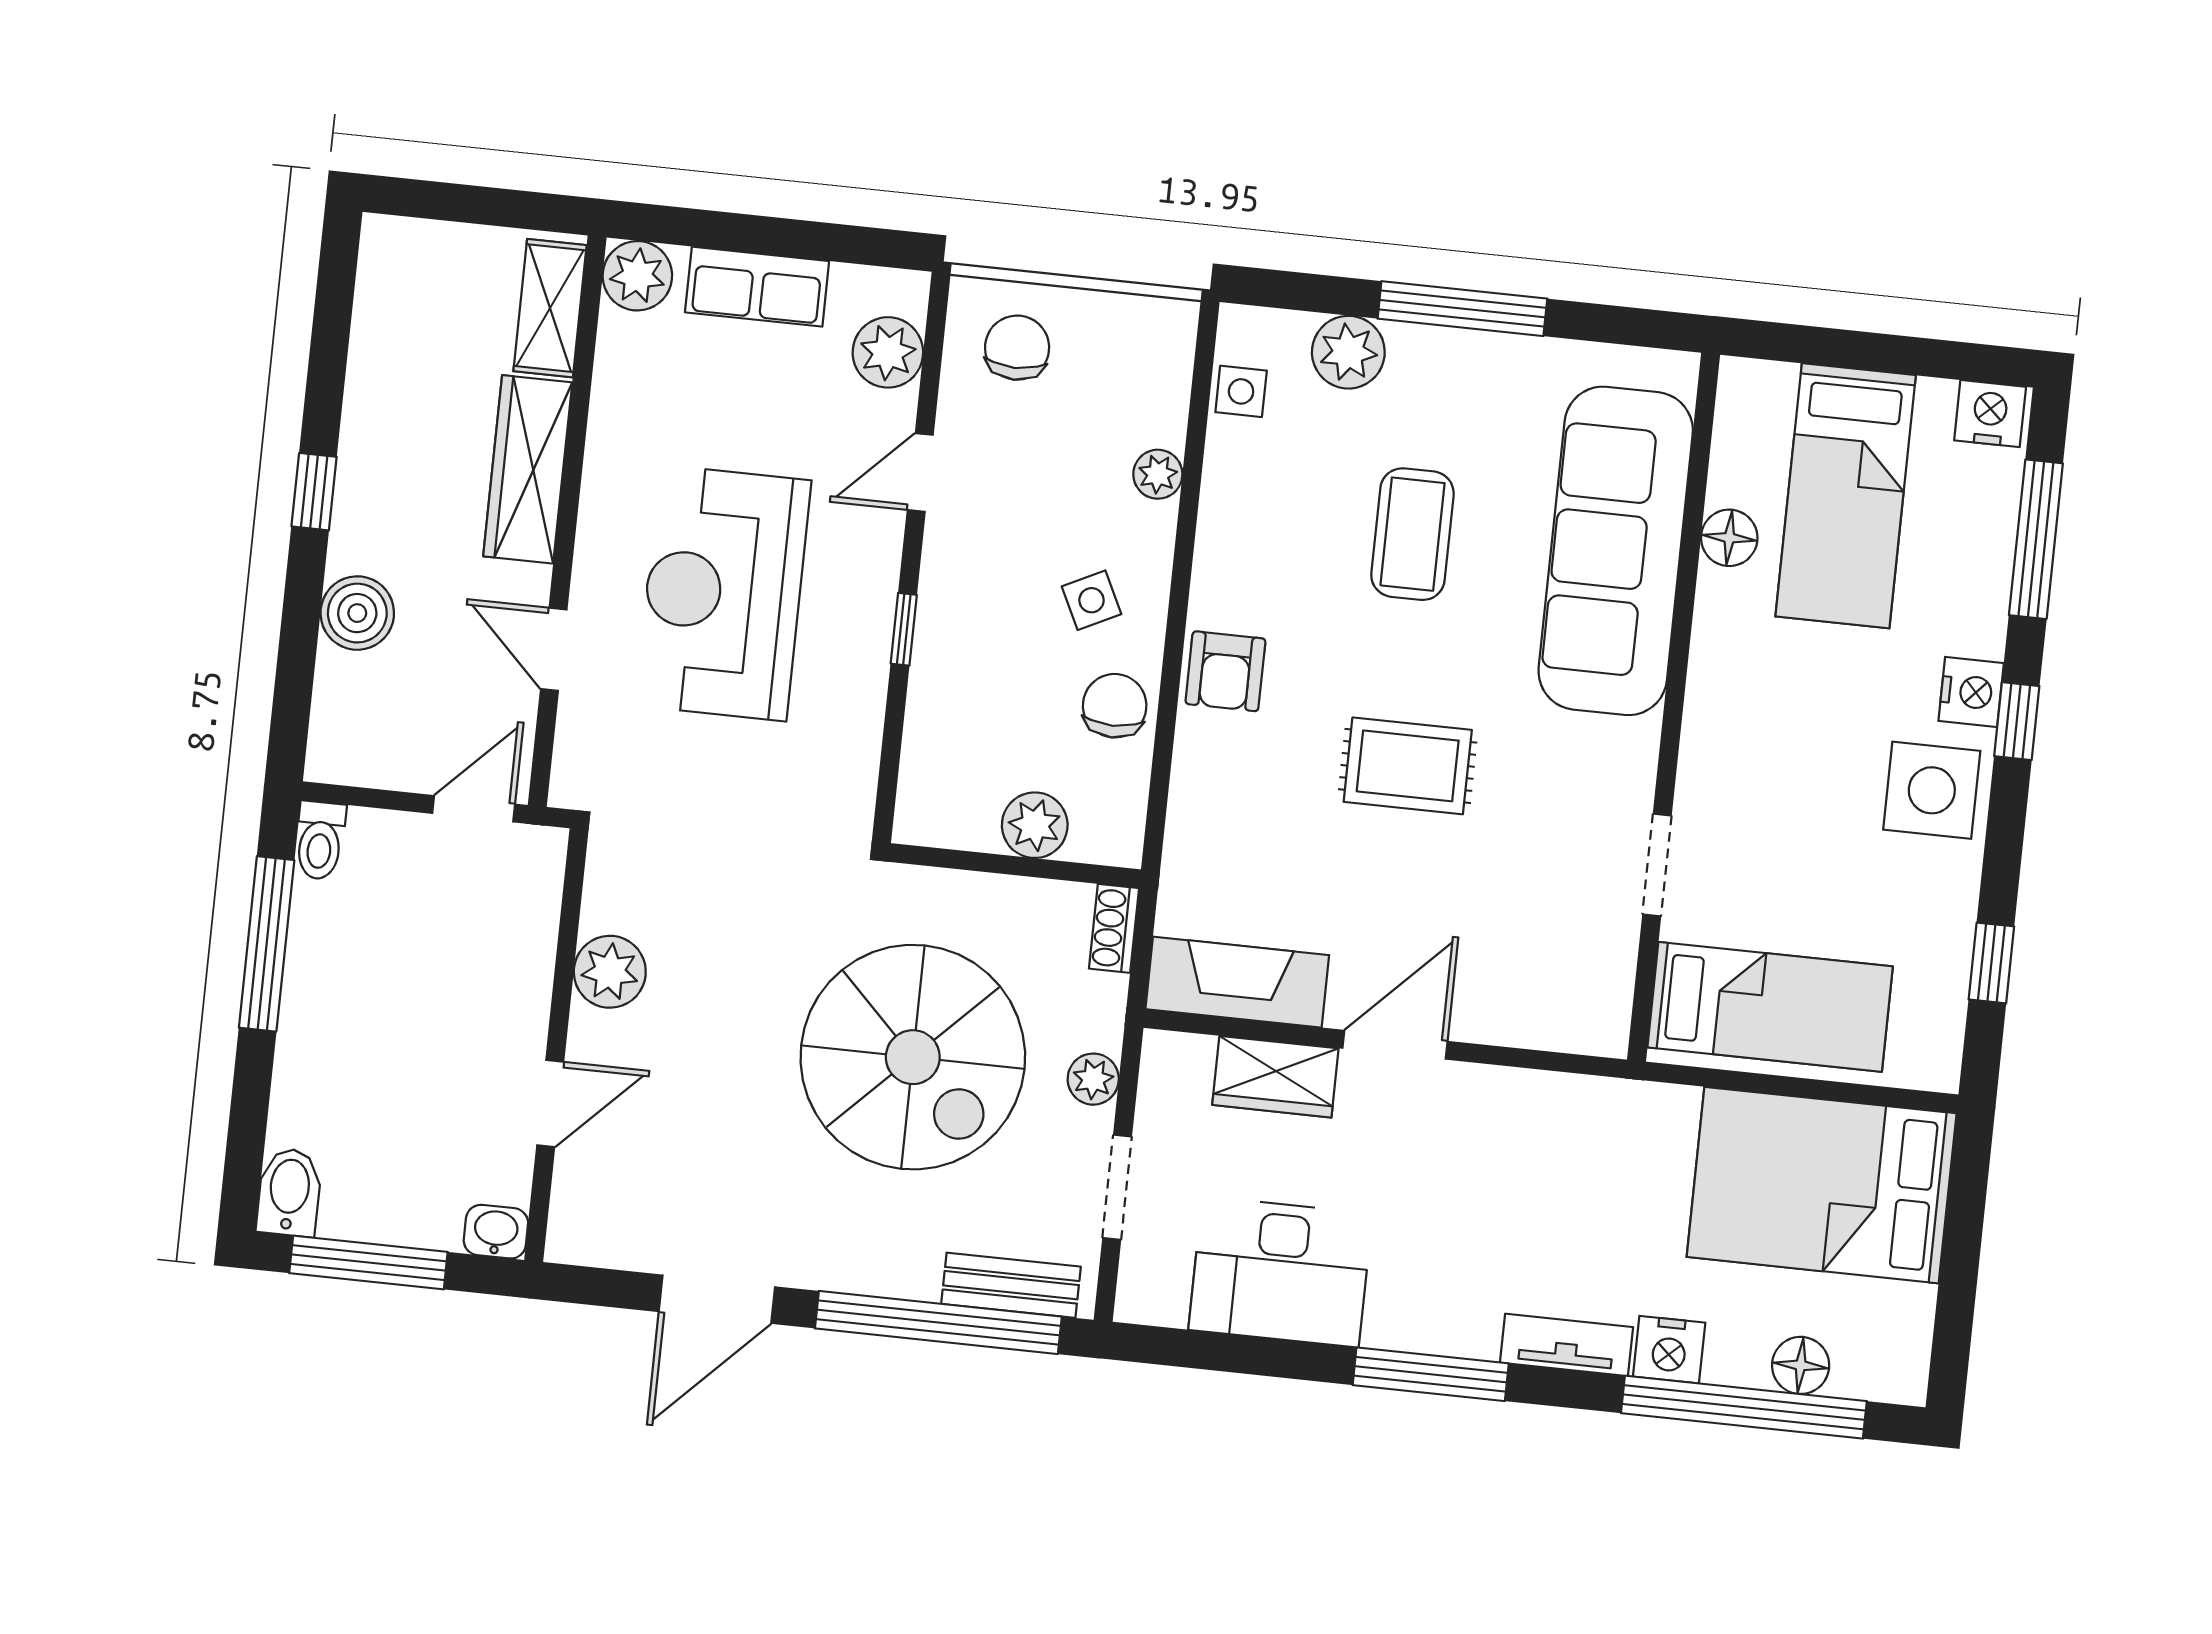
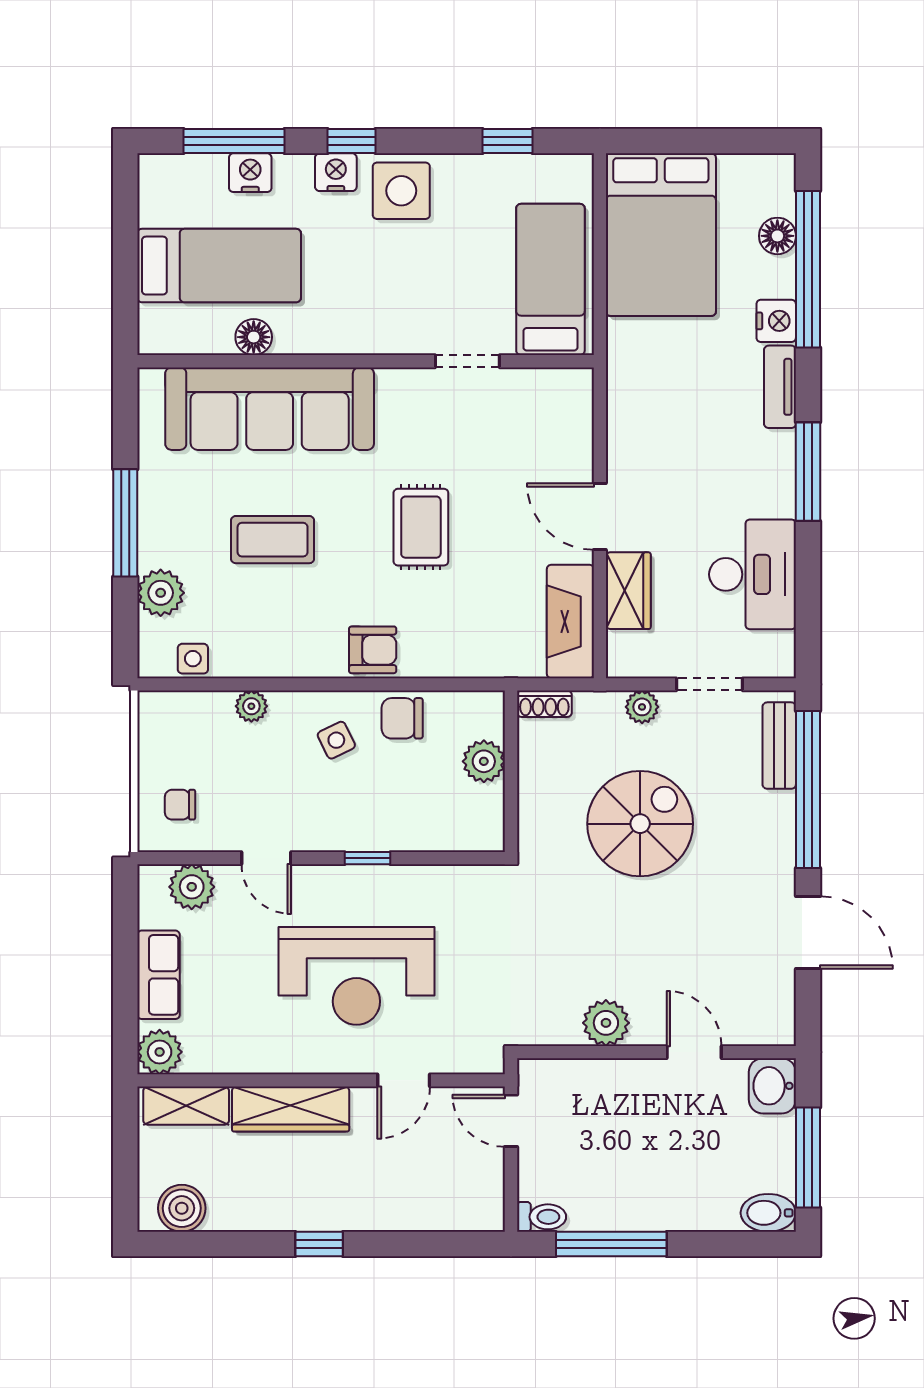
chair: (1017, 348) -> (180, 805), width x0.73, depth x0.73
nightstand: (1990, 414) -> (250, 173), moved, turned 90
boiler: (357, 613) -> (182, 1208), moved
spiral stairs: (913, 1057) -> (640, 824), width x0.73, depth x0.73
washbasin: (496, 1232) -> (772, 1086), width x1.38, depth x1.45

